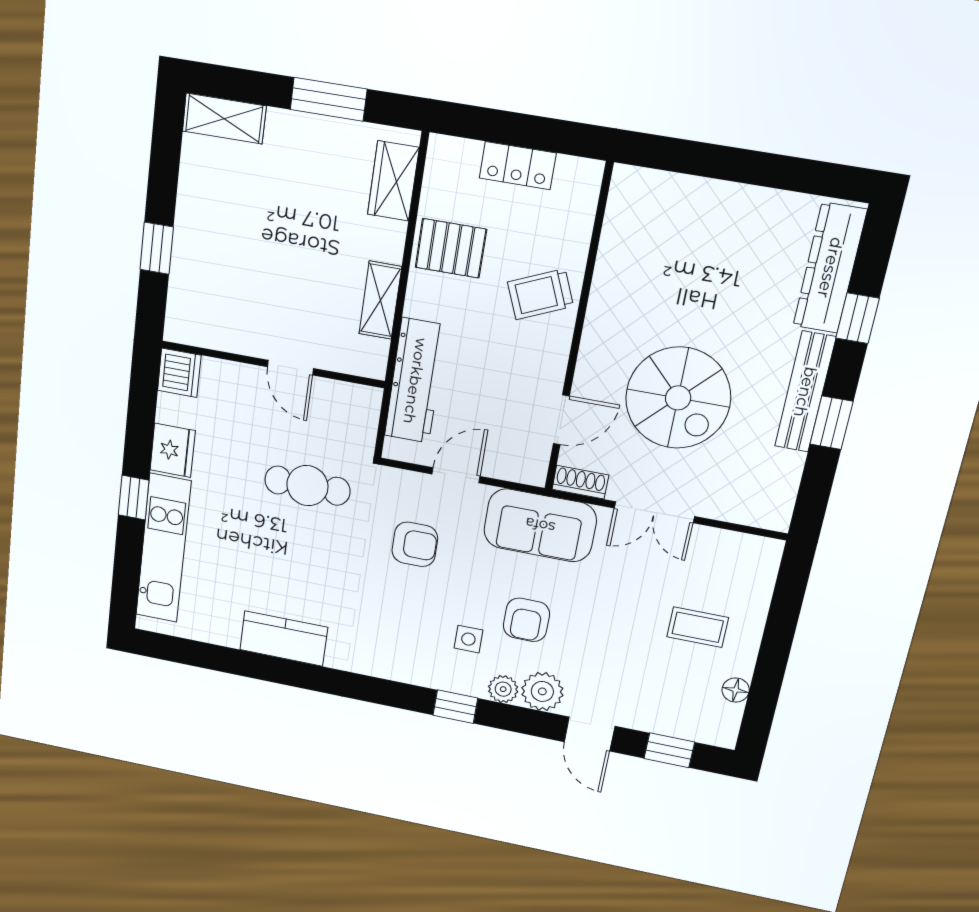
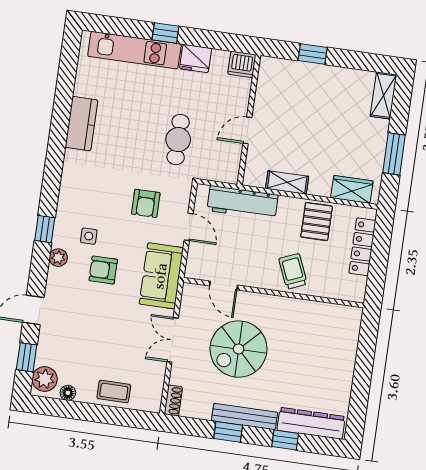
locker: (518, 166) -> (362, 247), width x1.53
shoe rack: (580, 482) -> (173, 401), moved
coffee table: (698, 627) -> (114, 392), moved, turned 90
plant: (542, 691) -> (45, 379), moved

